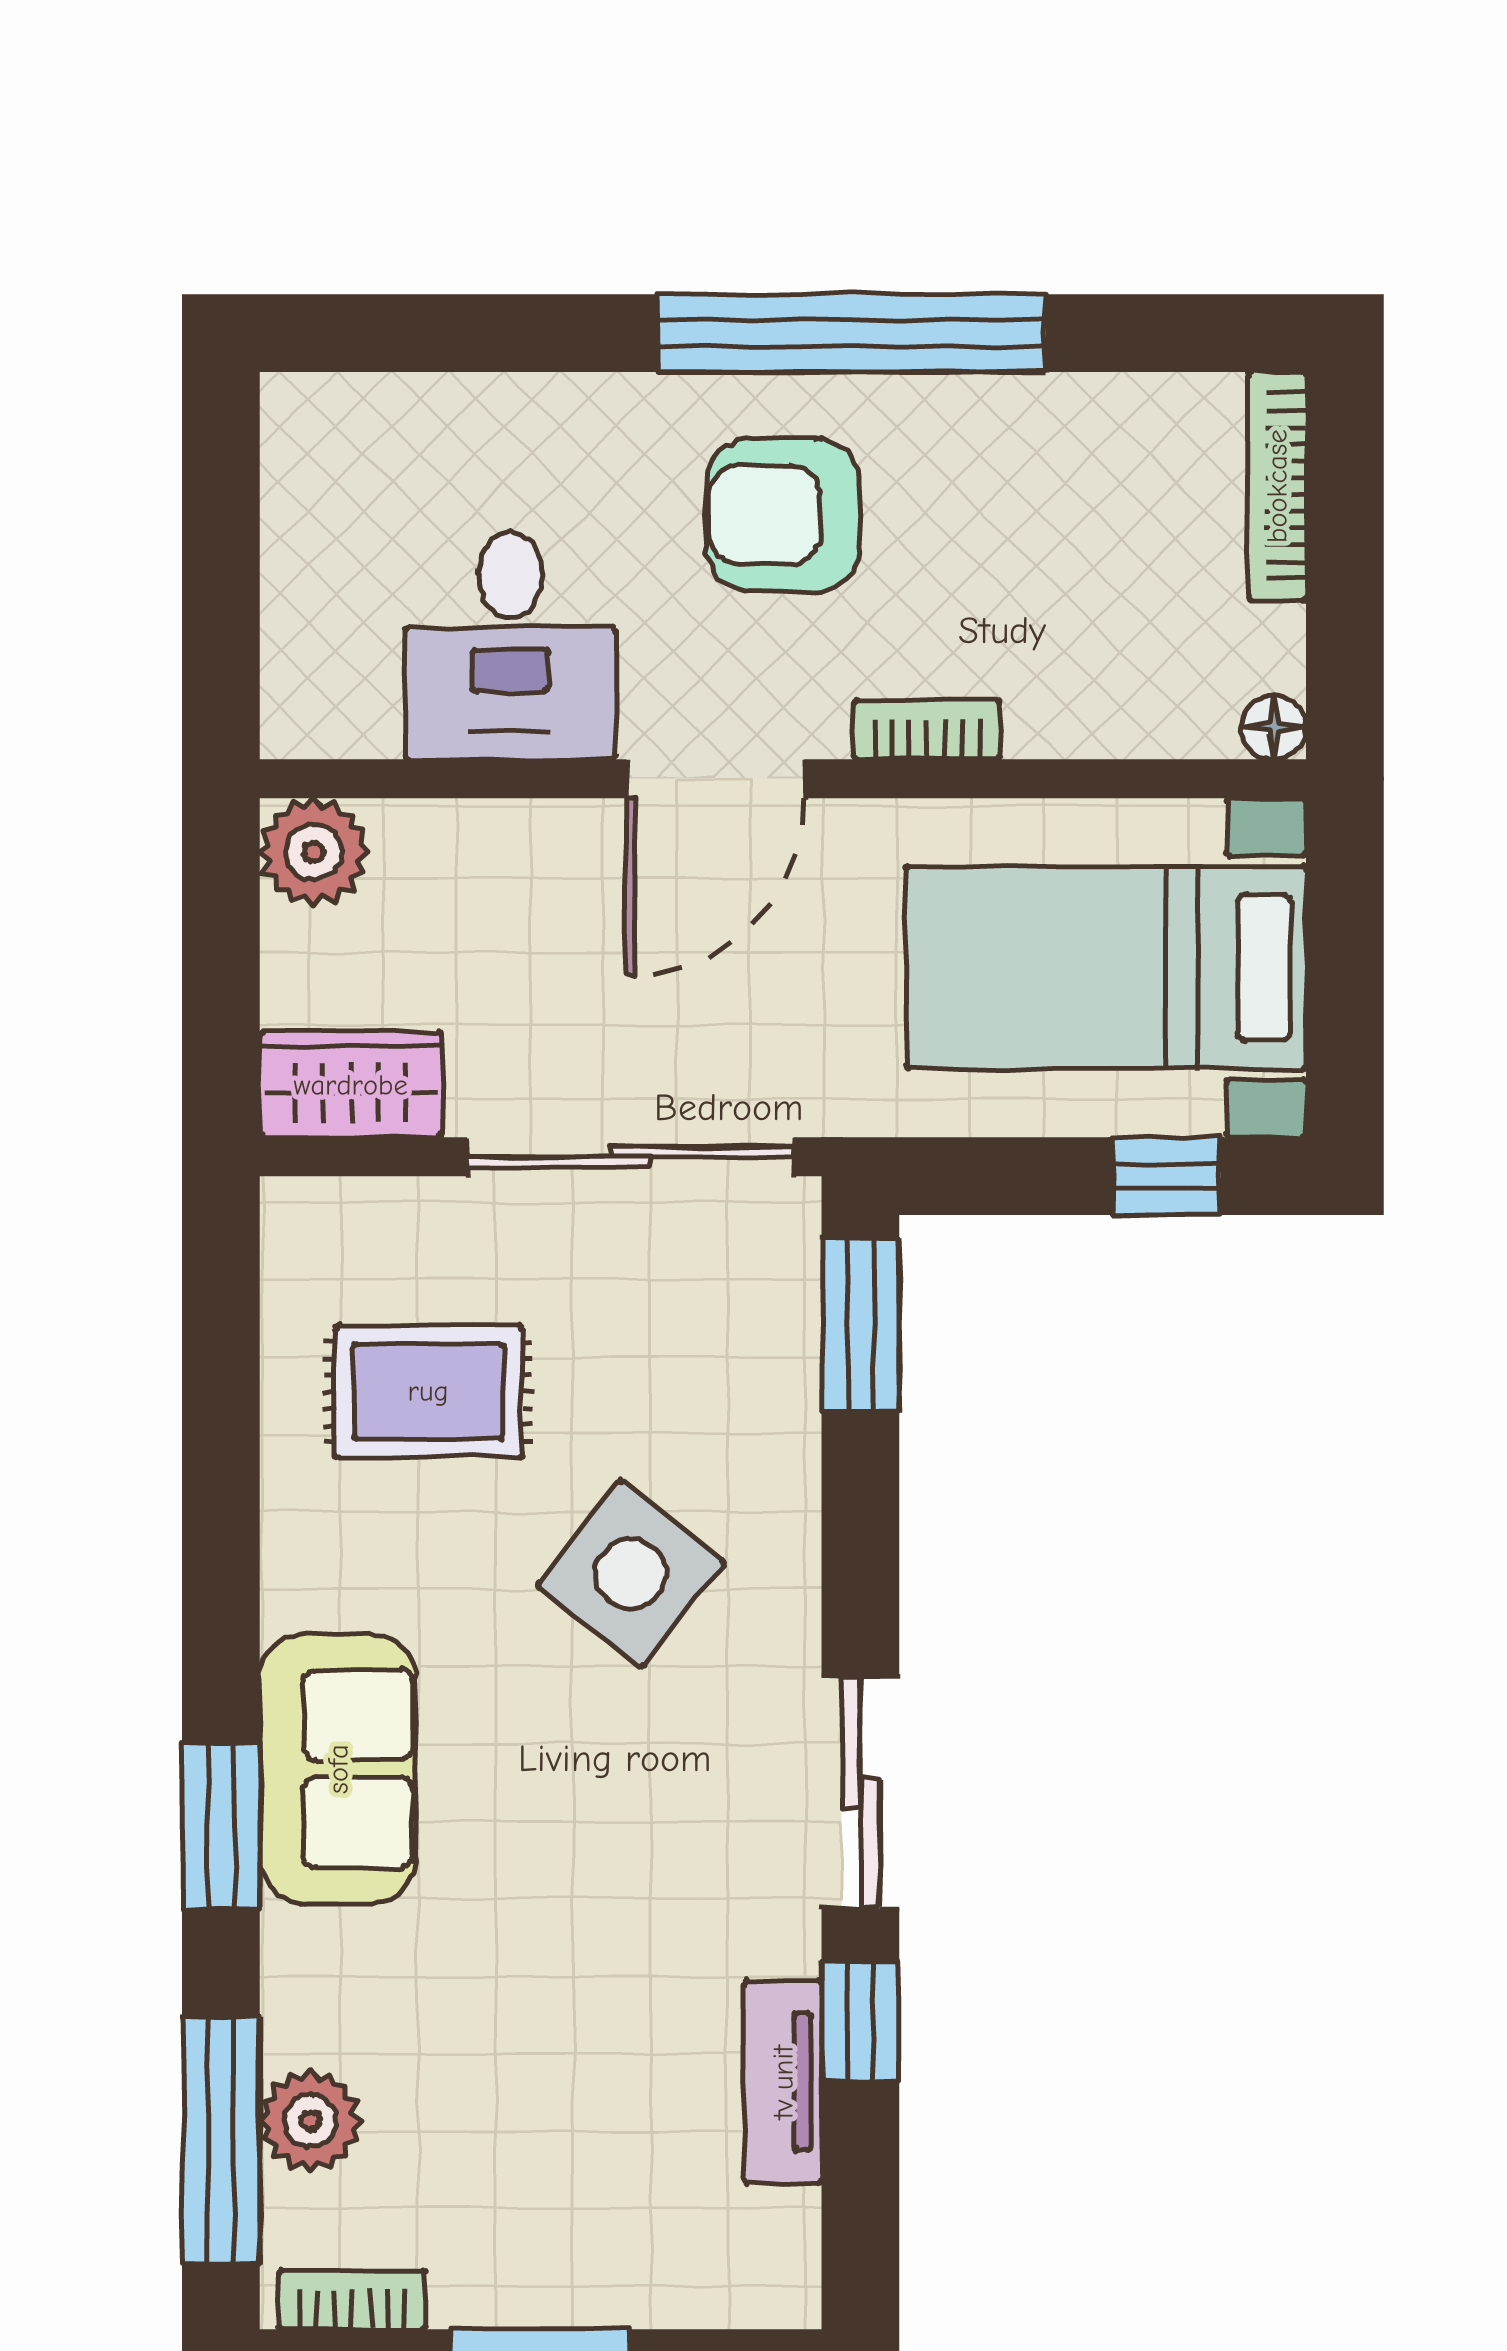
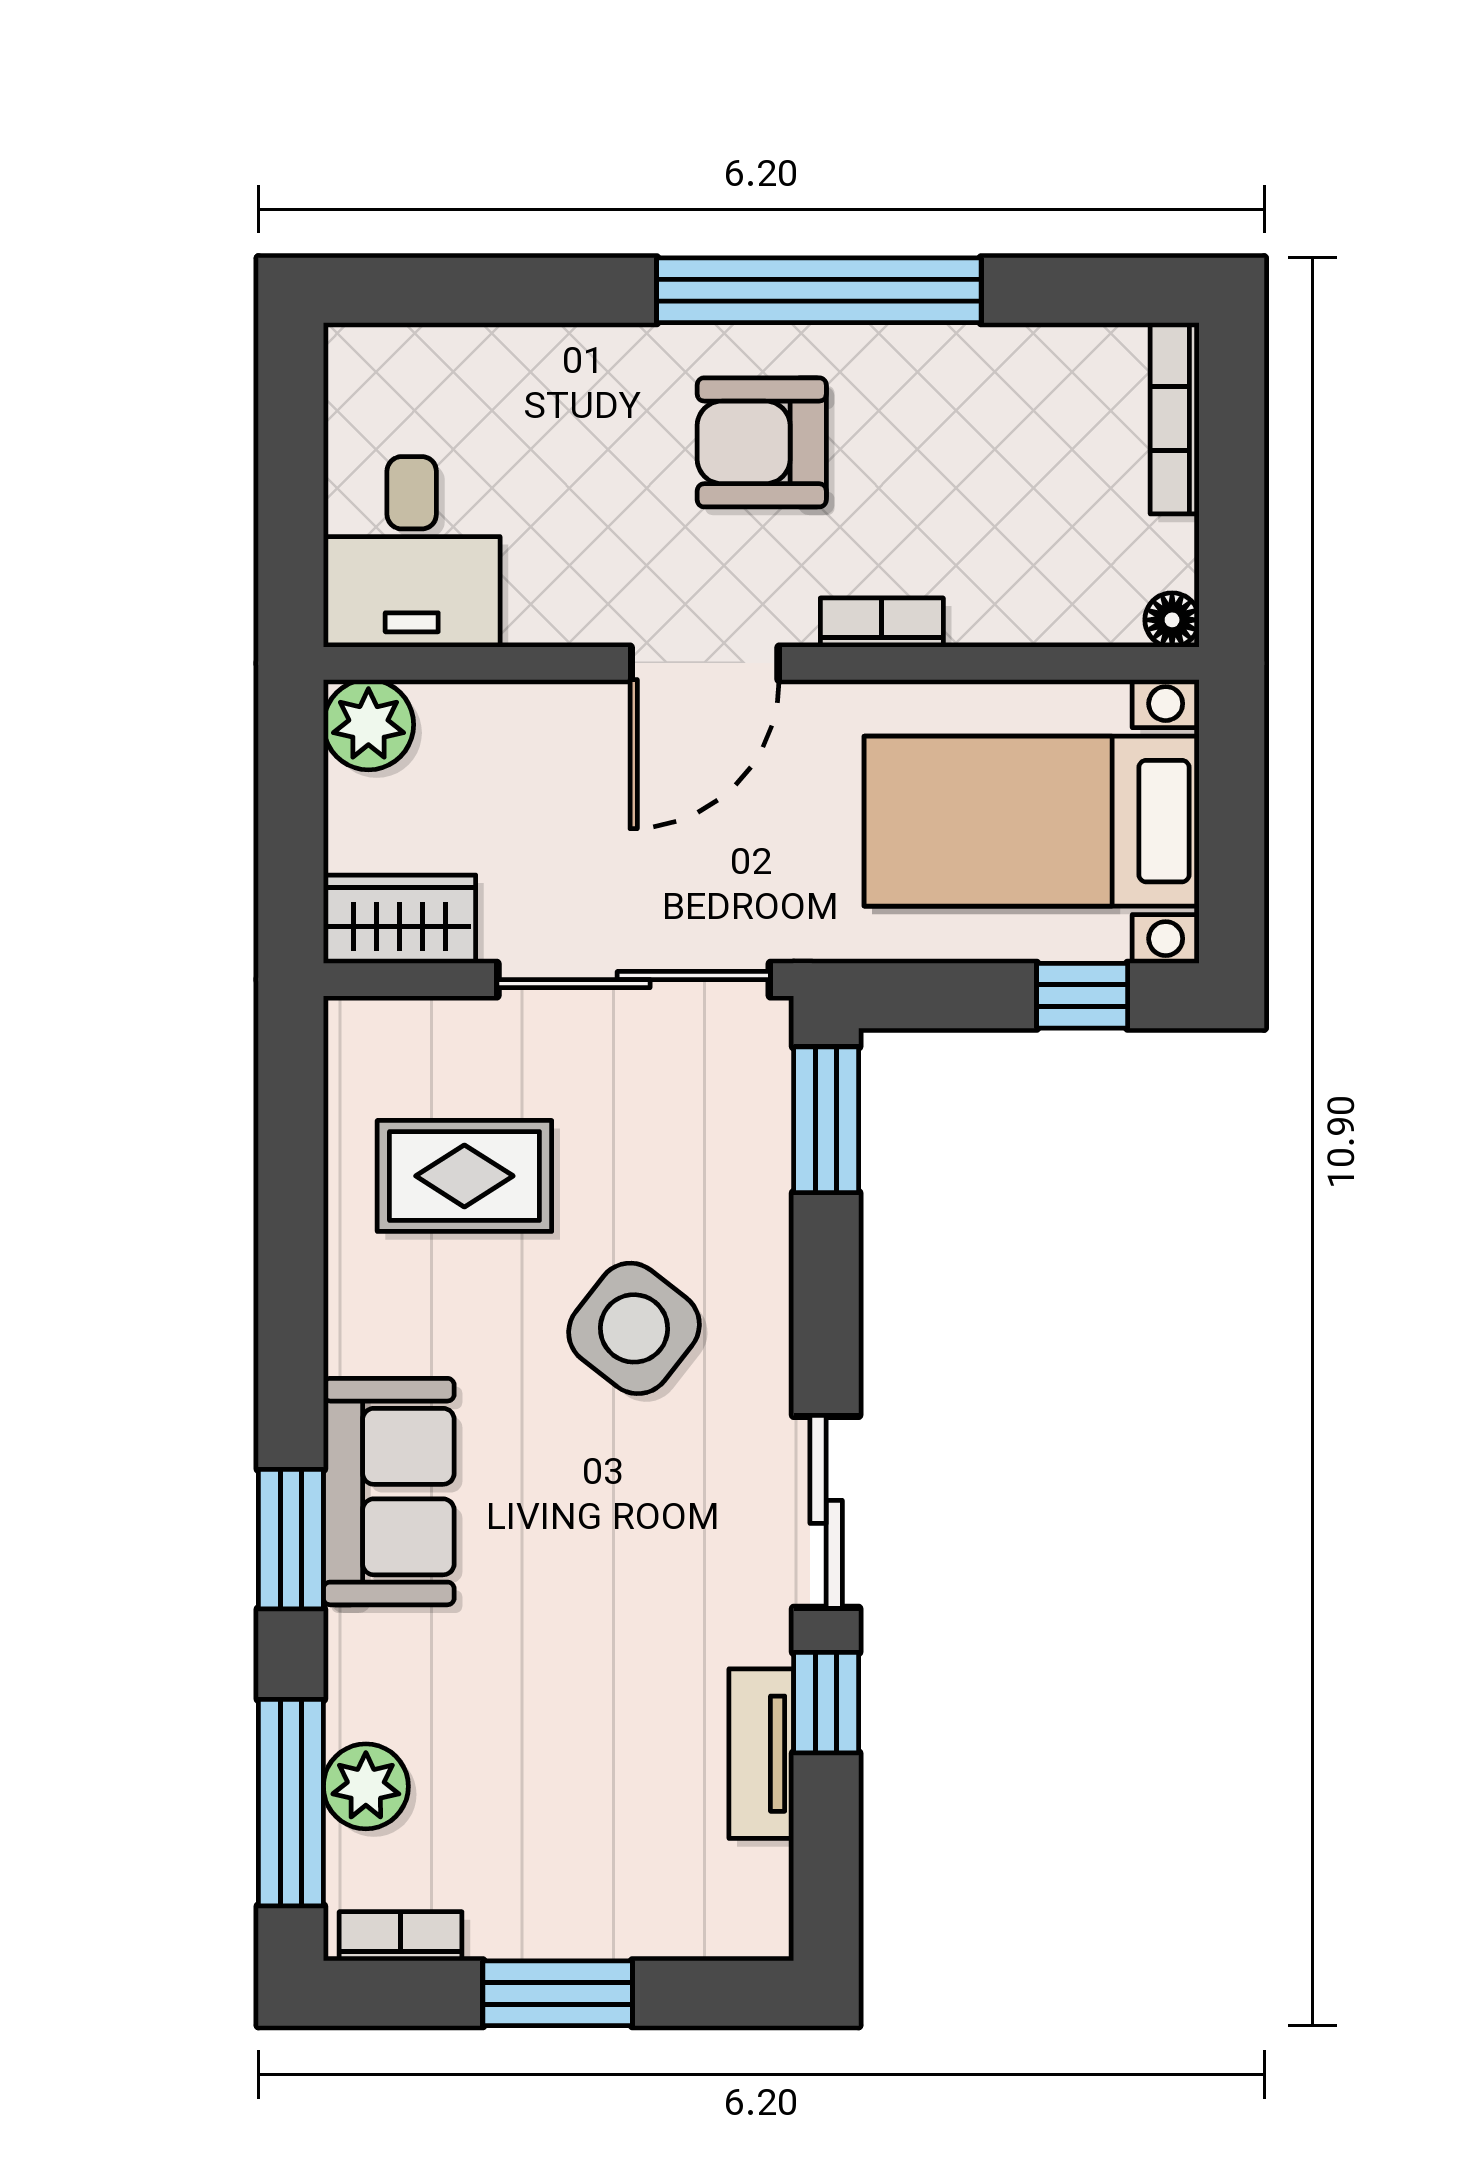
desk: (510, 646) -> (412, 552), moved

